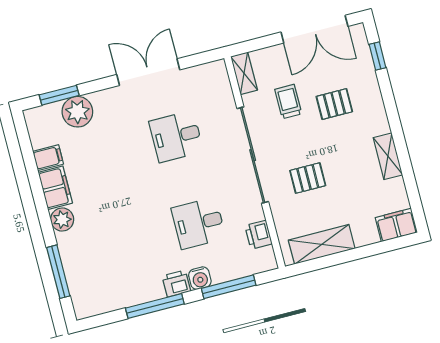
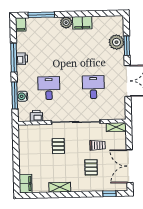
window: (59, 95) -> (127, 46), moved
filing cabinet: (48, 158) -> (21, 24), moved
shelving: (322, 244) -> (25, 145), removed
water cooler: (200, 278) -> (22, 96), moved
printer: (176, 284) -> (22, 59), moved

